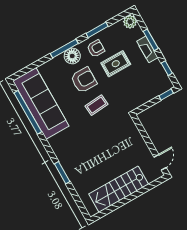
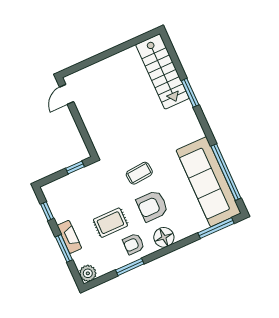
window: (64, 49) -> (216, 228), moved
window: (166, 95) -> (75, 167), moved
stairs: (119, 189) -> (162, 71), moved, turned 90

